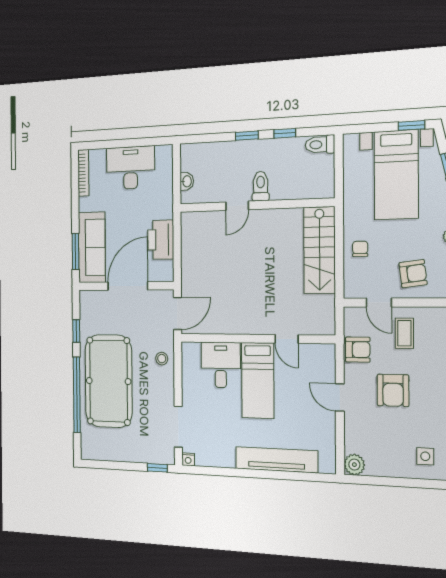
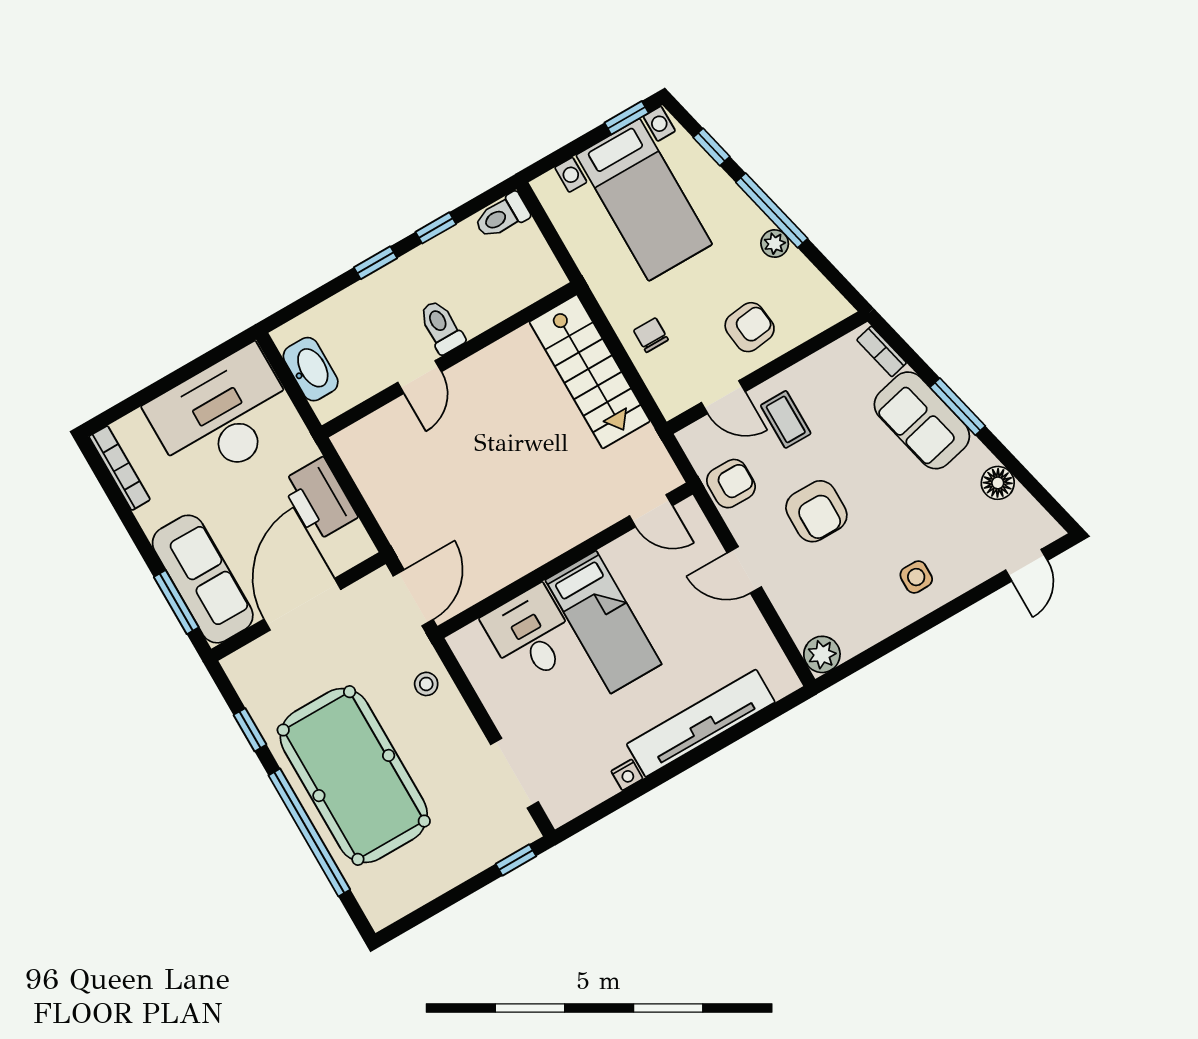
desk: (131, 168) -> (223, 416), width x1.36, depth x1.30
washbasin: (187, 181) -> (311, 369), width x1.91, depth x1.45
door: (287, 339) -> (651, 511), moved
nightstand: (188, 459) -> (627, 775), moved

